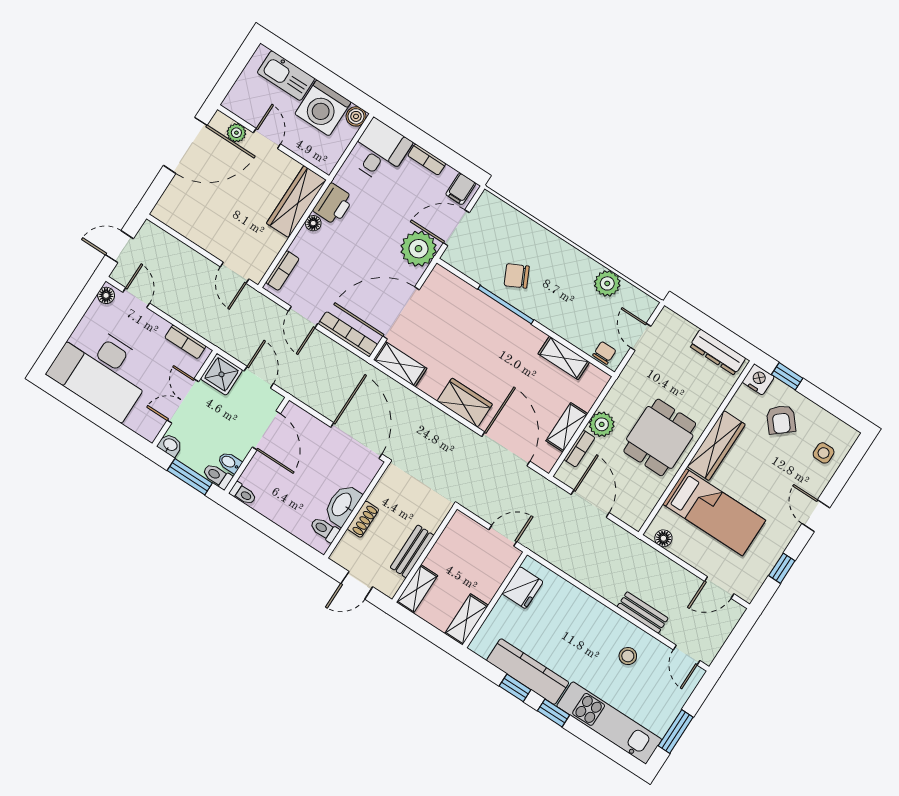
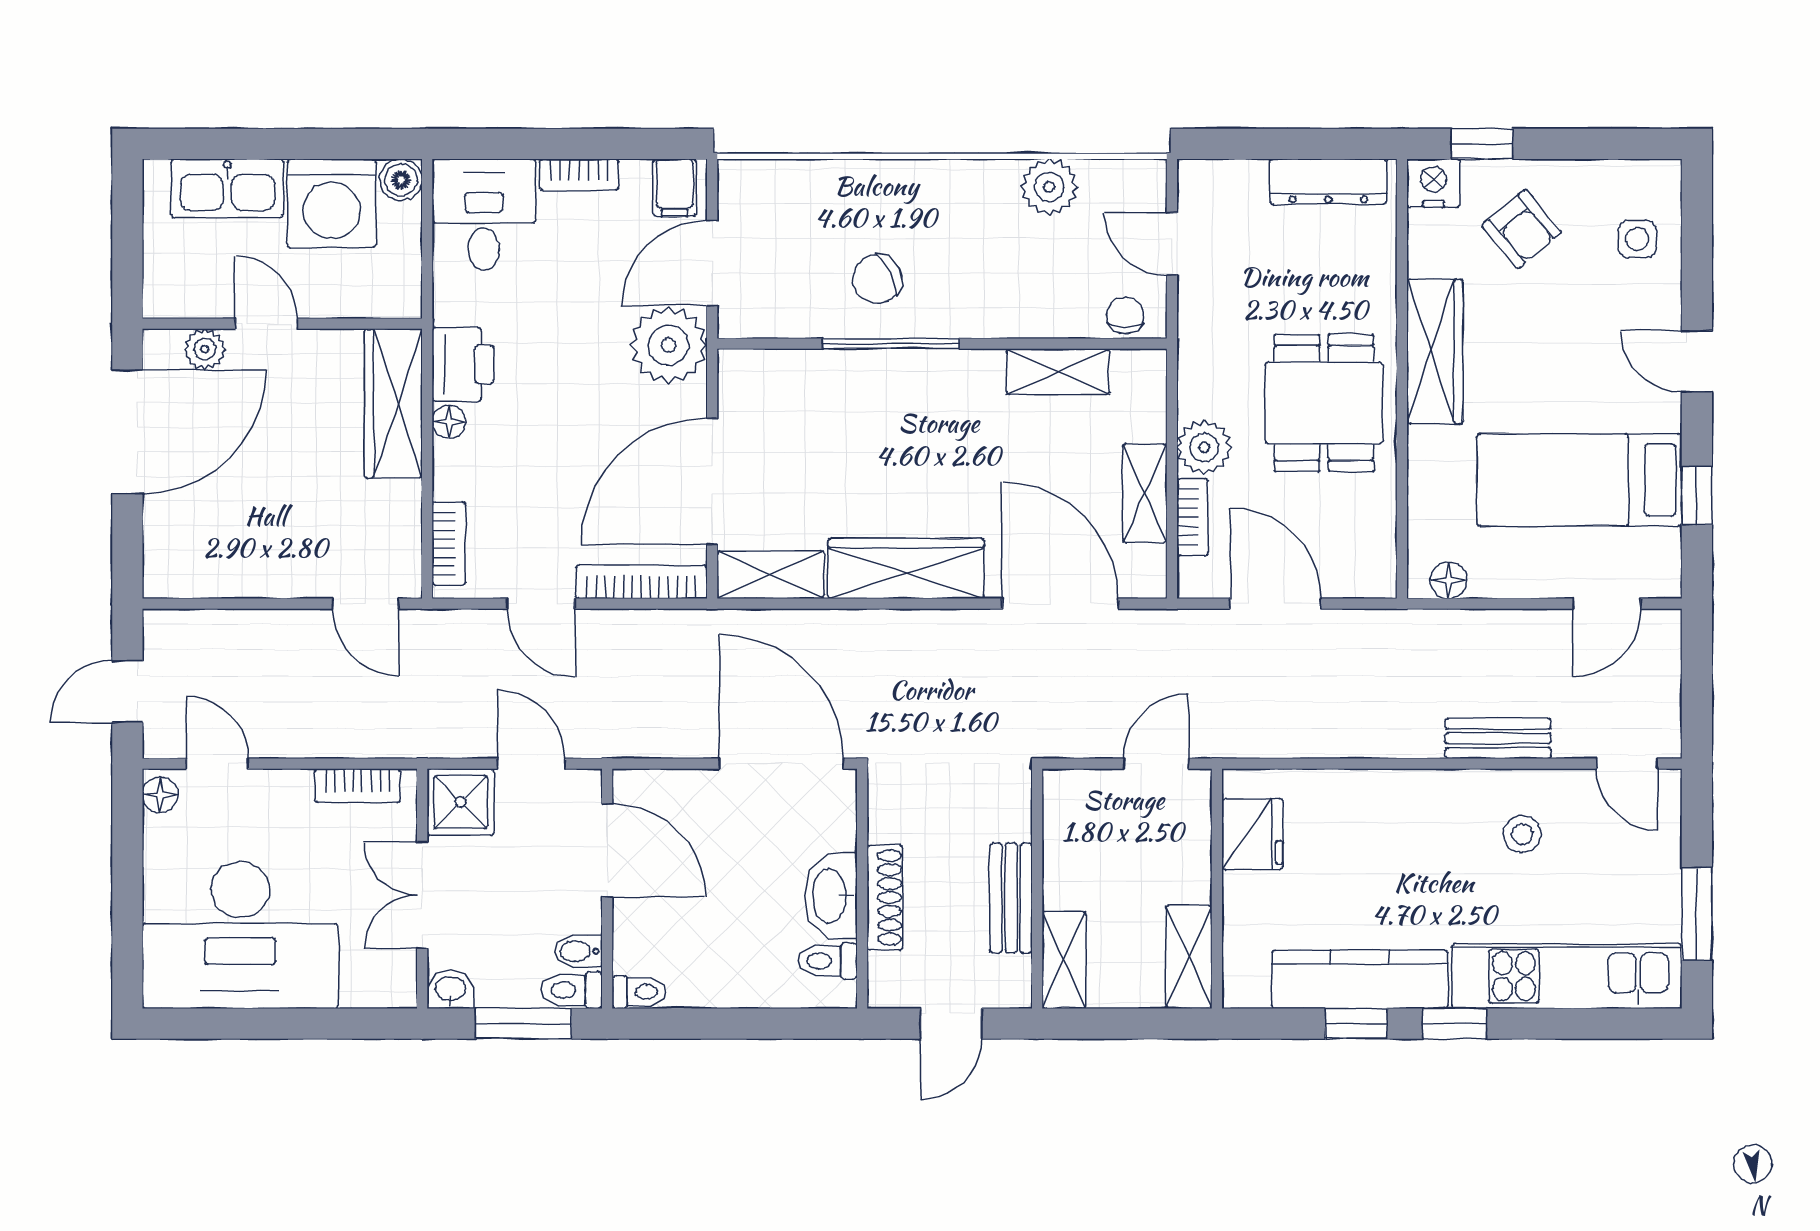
wardrobe: (465, 403) -> (906, 568), width x1.50
bed: (714, 512) -> (1579, 480), moved, turned 180
shoe rack: (363, 519) -> (885, 897), width x1.43

